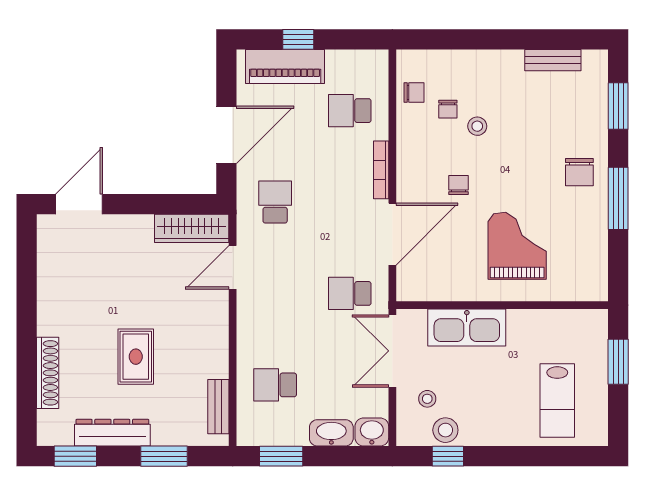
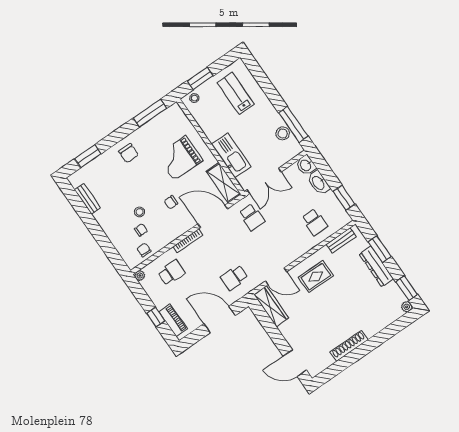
plant: (379, 59) -> (140, 276), added
piano: (285, 66) -> (173, 320), width x0.73, depth x0.75
school desk: (350, 111) -> (171, 273), turned -90
chair: (579, 172) -> (129, 153), turned 90
window: (618, 198) -> (150, 113), moved
shelving: (433, 287) -> (224, 183), added
rug: (136, 357) -> (316, 276), moved
shoe rack: (48, 373) -> (349, 346), moved
stool: (427, 399) -> (194, 98), moved
lab bench: (557, 401) -> (236, 93), turned -90
dresser: (112, 433) -> (376, 266), moved
plant: (47, 436) -> (407, 307), added
window: (448, 456) -> (293, 124), width x2.17

